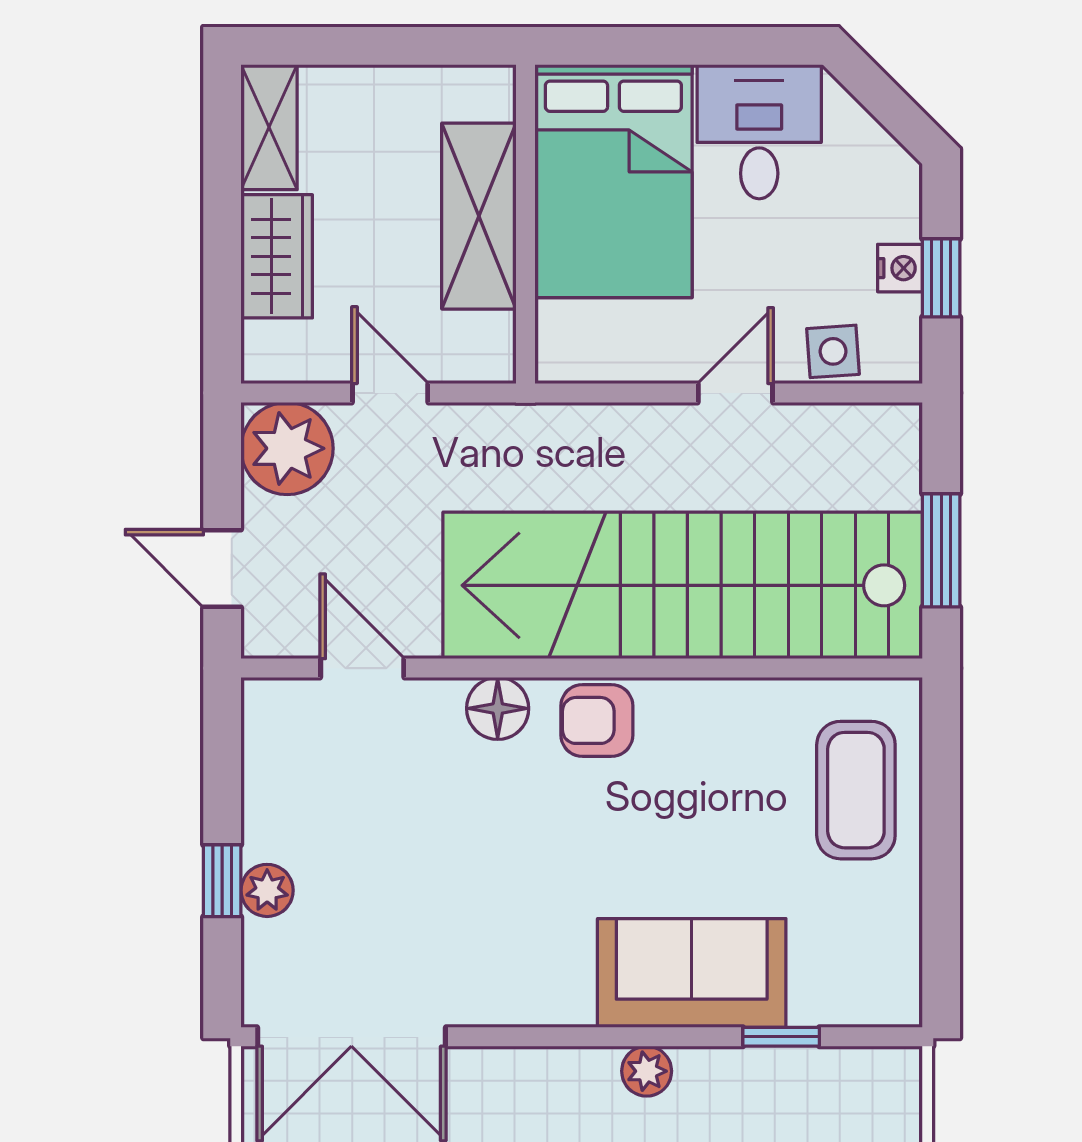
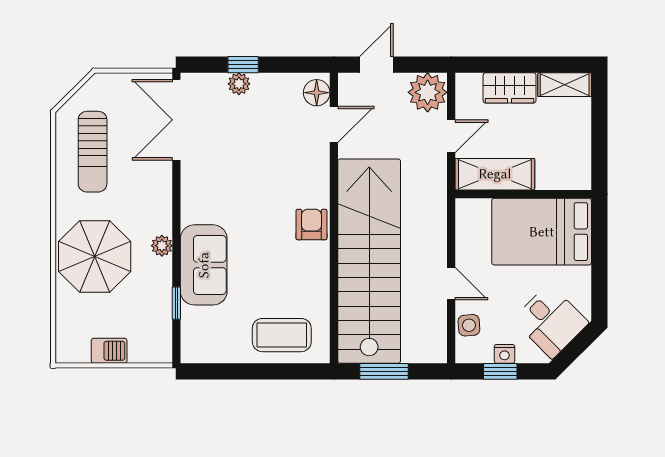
desk: (759, 132) -> (551, 321), moved, turned 45
shelving: (479, 216) -> (495, 174), moved
floor lamp: (498, 708) -> (317, 93), moved

